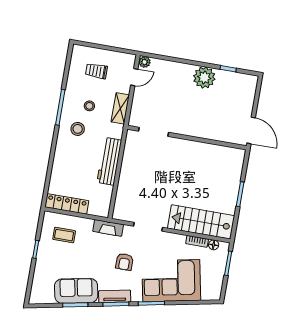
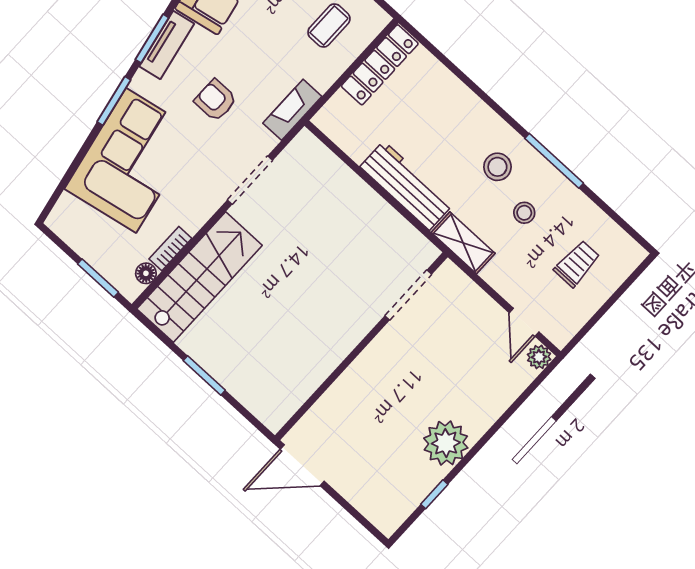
shelving: (120, 108) -> (463, 243), moved

